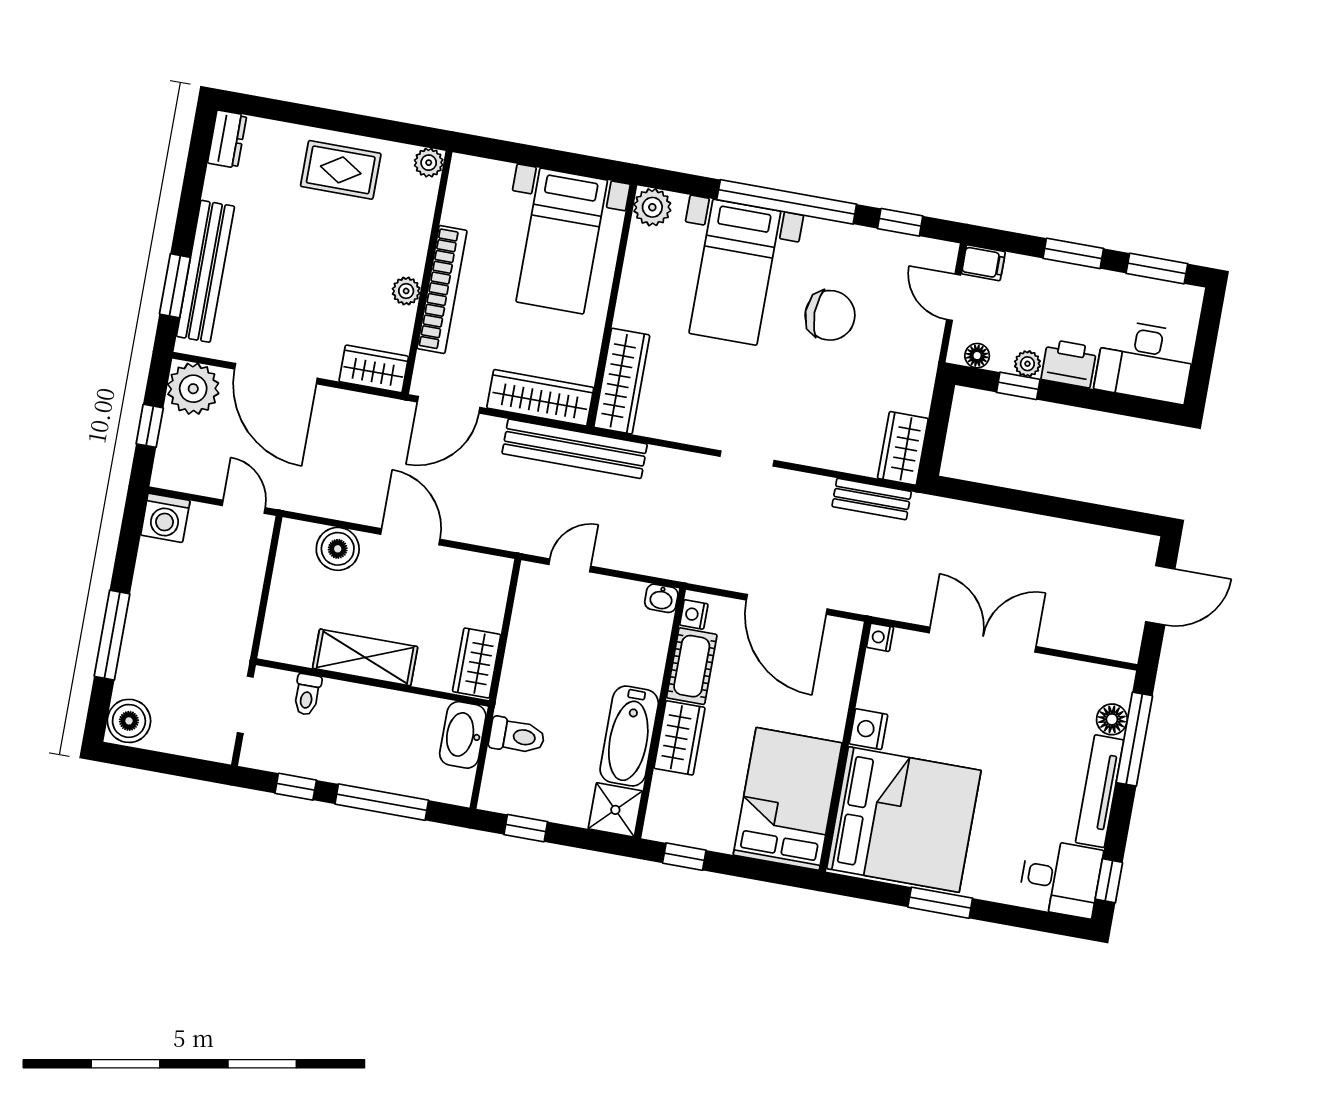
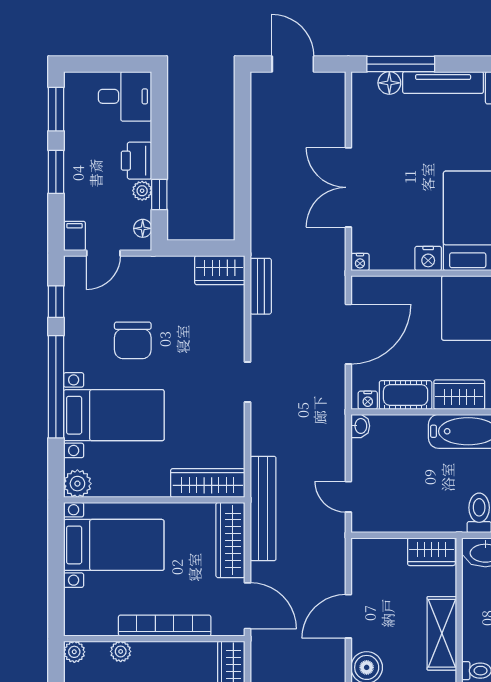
plant: (406, 291) -> (121, 651), moved
chair: (830, 315) -> (133, 340), turned 180
desk: (1145, 361) -> (125, 96), width x0.73

